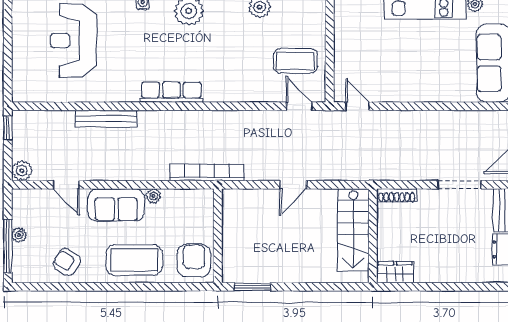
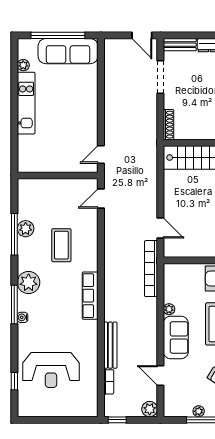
coffee table: (295, 61) -> (61, 245), moved
bookcase: (58, 117) -> (109, 382), added
door: (66, 185) -> (160, 375), swing flipped
door: (293, 185) -> (160, 228), moved

